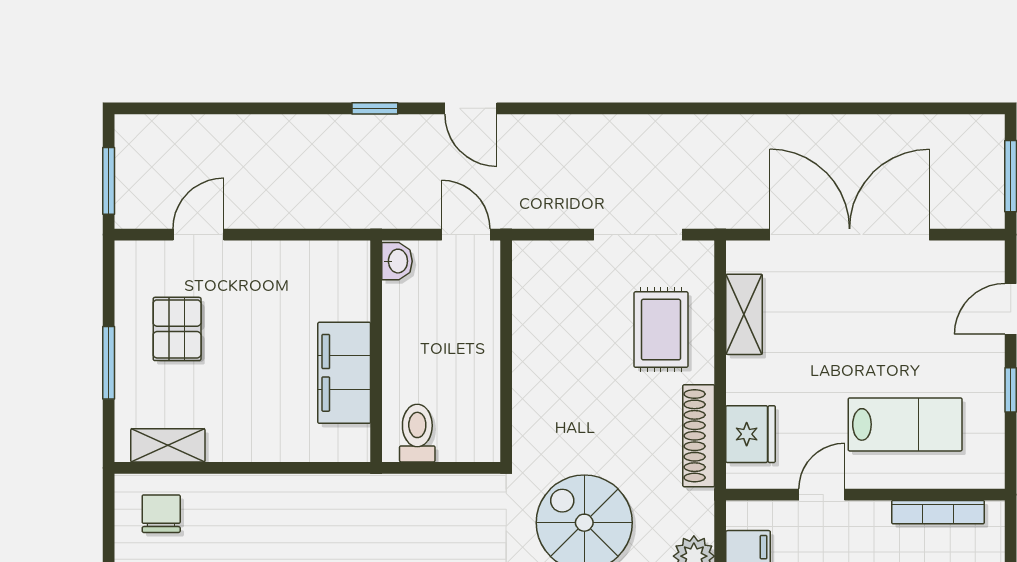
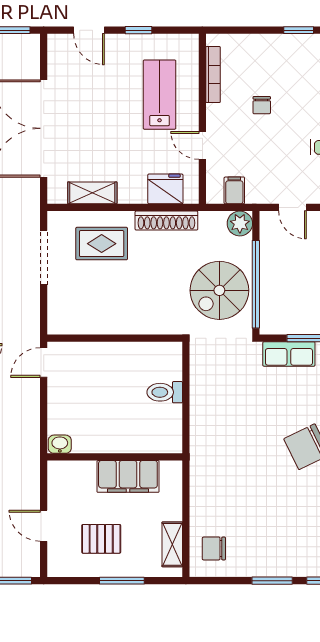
washbasin: (397, 261) -> (60, 444), moved
wall: (376, 351) -> (115, 457), moved
filing cabinet: (344, 373) -> (128, 476), moved

